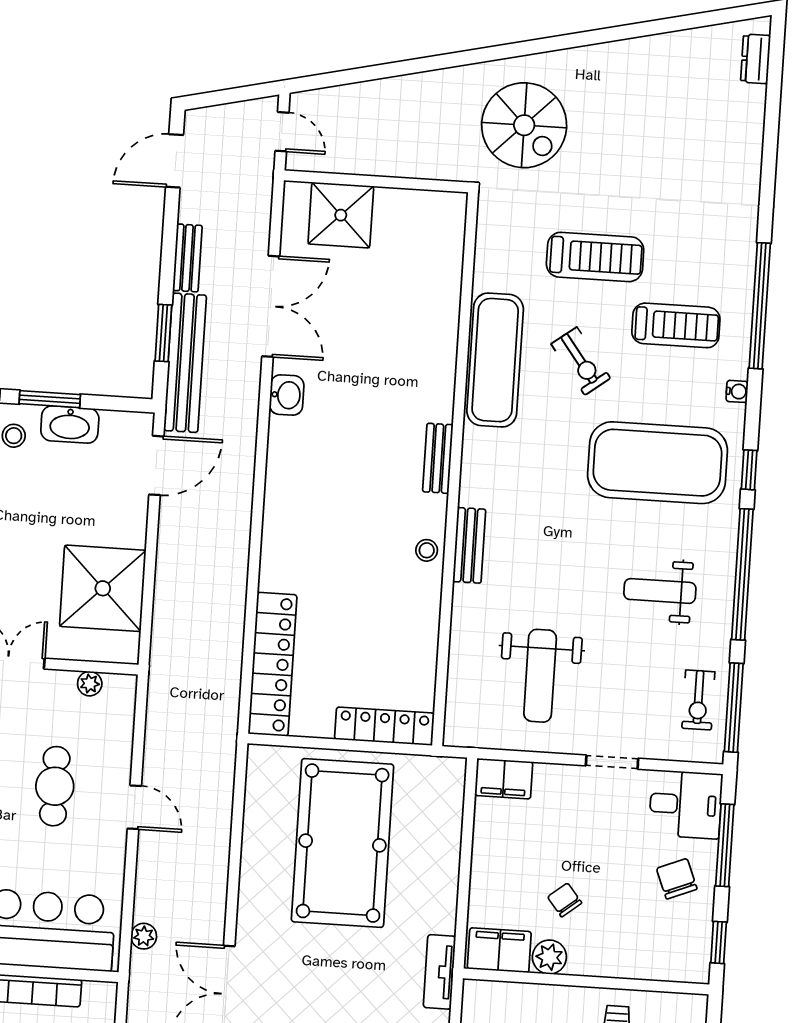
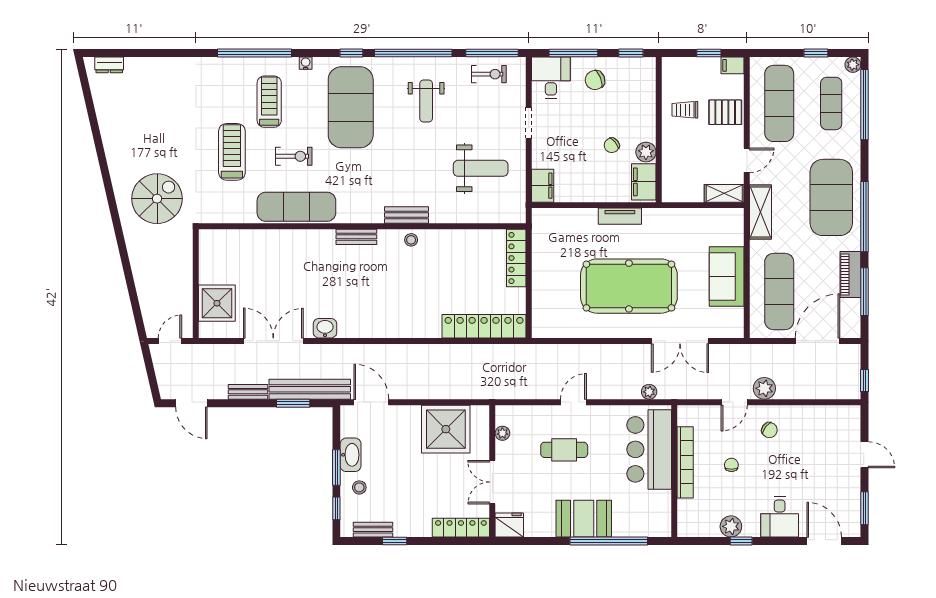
exercise bike: (581, 361) -> (294, 156), turned 37
pool table: (343, 843) -> (629, 286), moved
tv unit: (439, 972) -> (620, 216), moved

